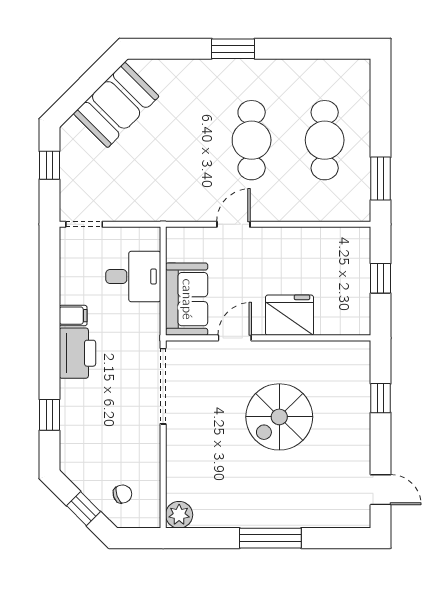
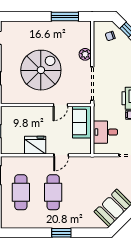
fridge: (289, 315) -> (35, 145), moved, turned 180
spiral stairs: (279, 417) -> (41, 70), width x1.37, depth x1.37
plant: (179, 515) -> (85, 54), moved
window: (270, 538) -> (65, 17), moved

